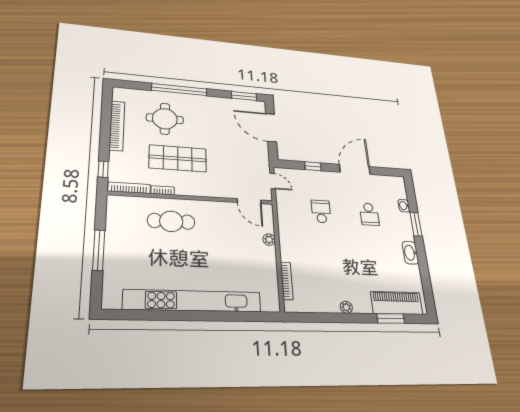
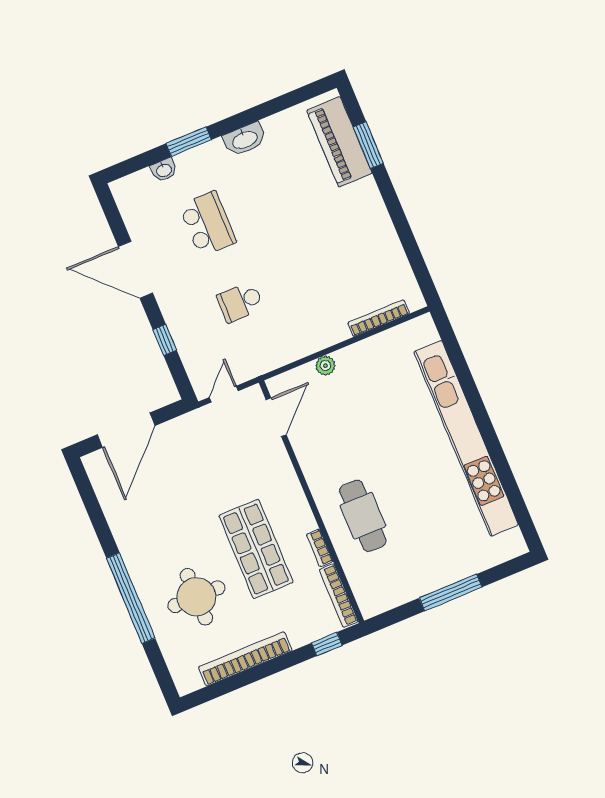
window: (244, 96) -> (88, 494), removed
school desk: (369, 214) -> (208, 224), width x1.85
plant: (346, 307) -> (380, 218), removed

